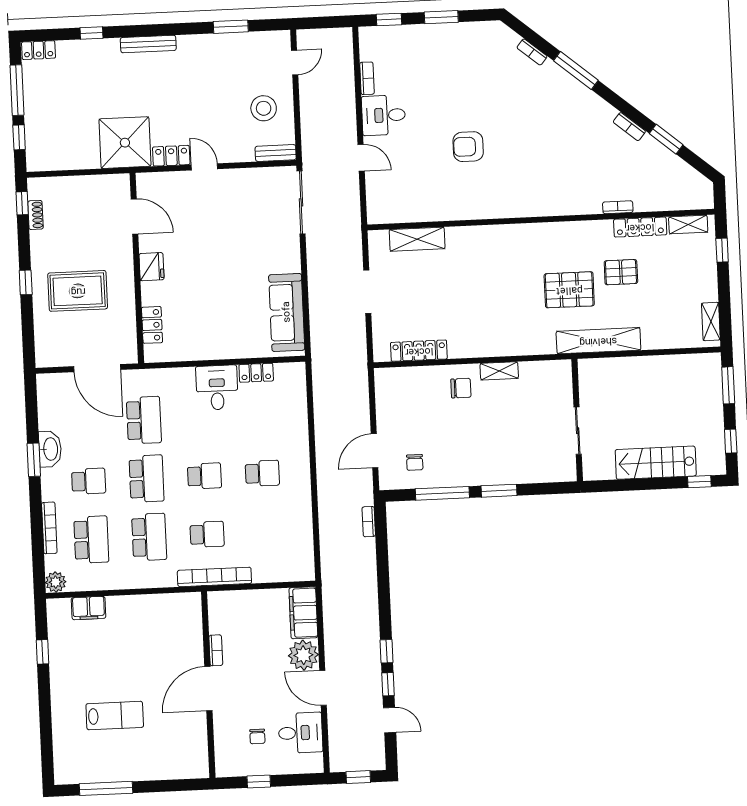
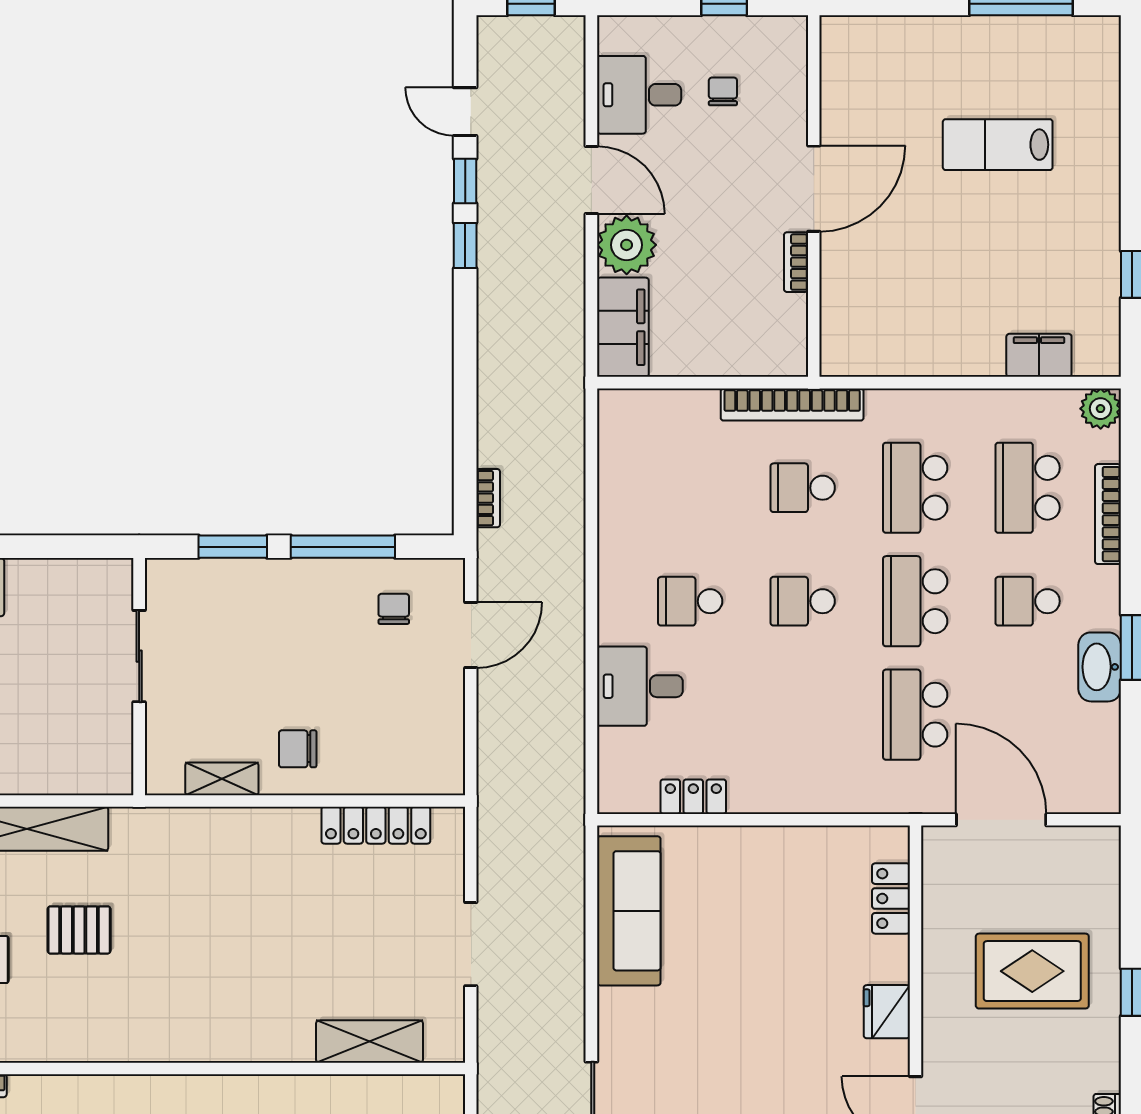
pallet: (569, 290) -> (79, 930), width x0.67, depth x0.71
desk: (217, 388) -> (640, 686), moved, turned 90
wall: (577, 420) -> (139, 677), moved
sliding door: (578, 431) -> (139, 656), moved

